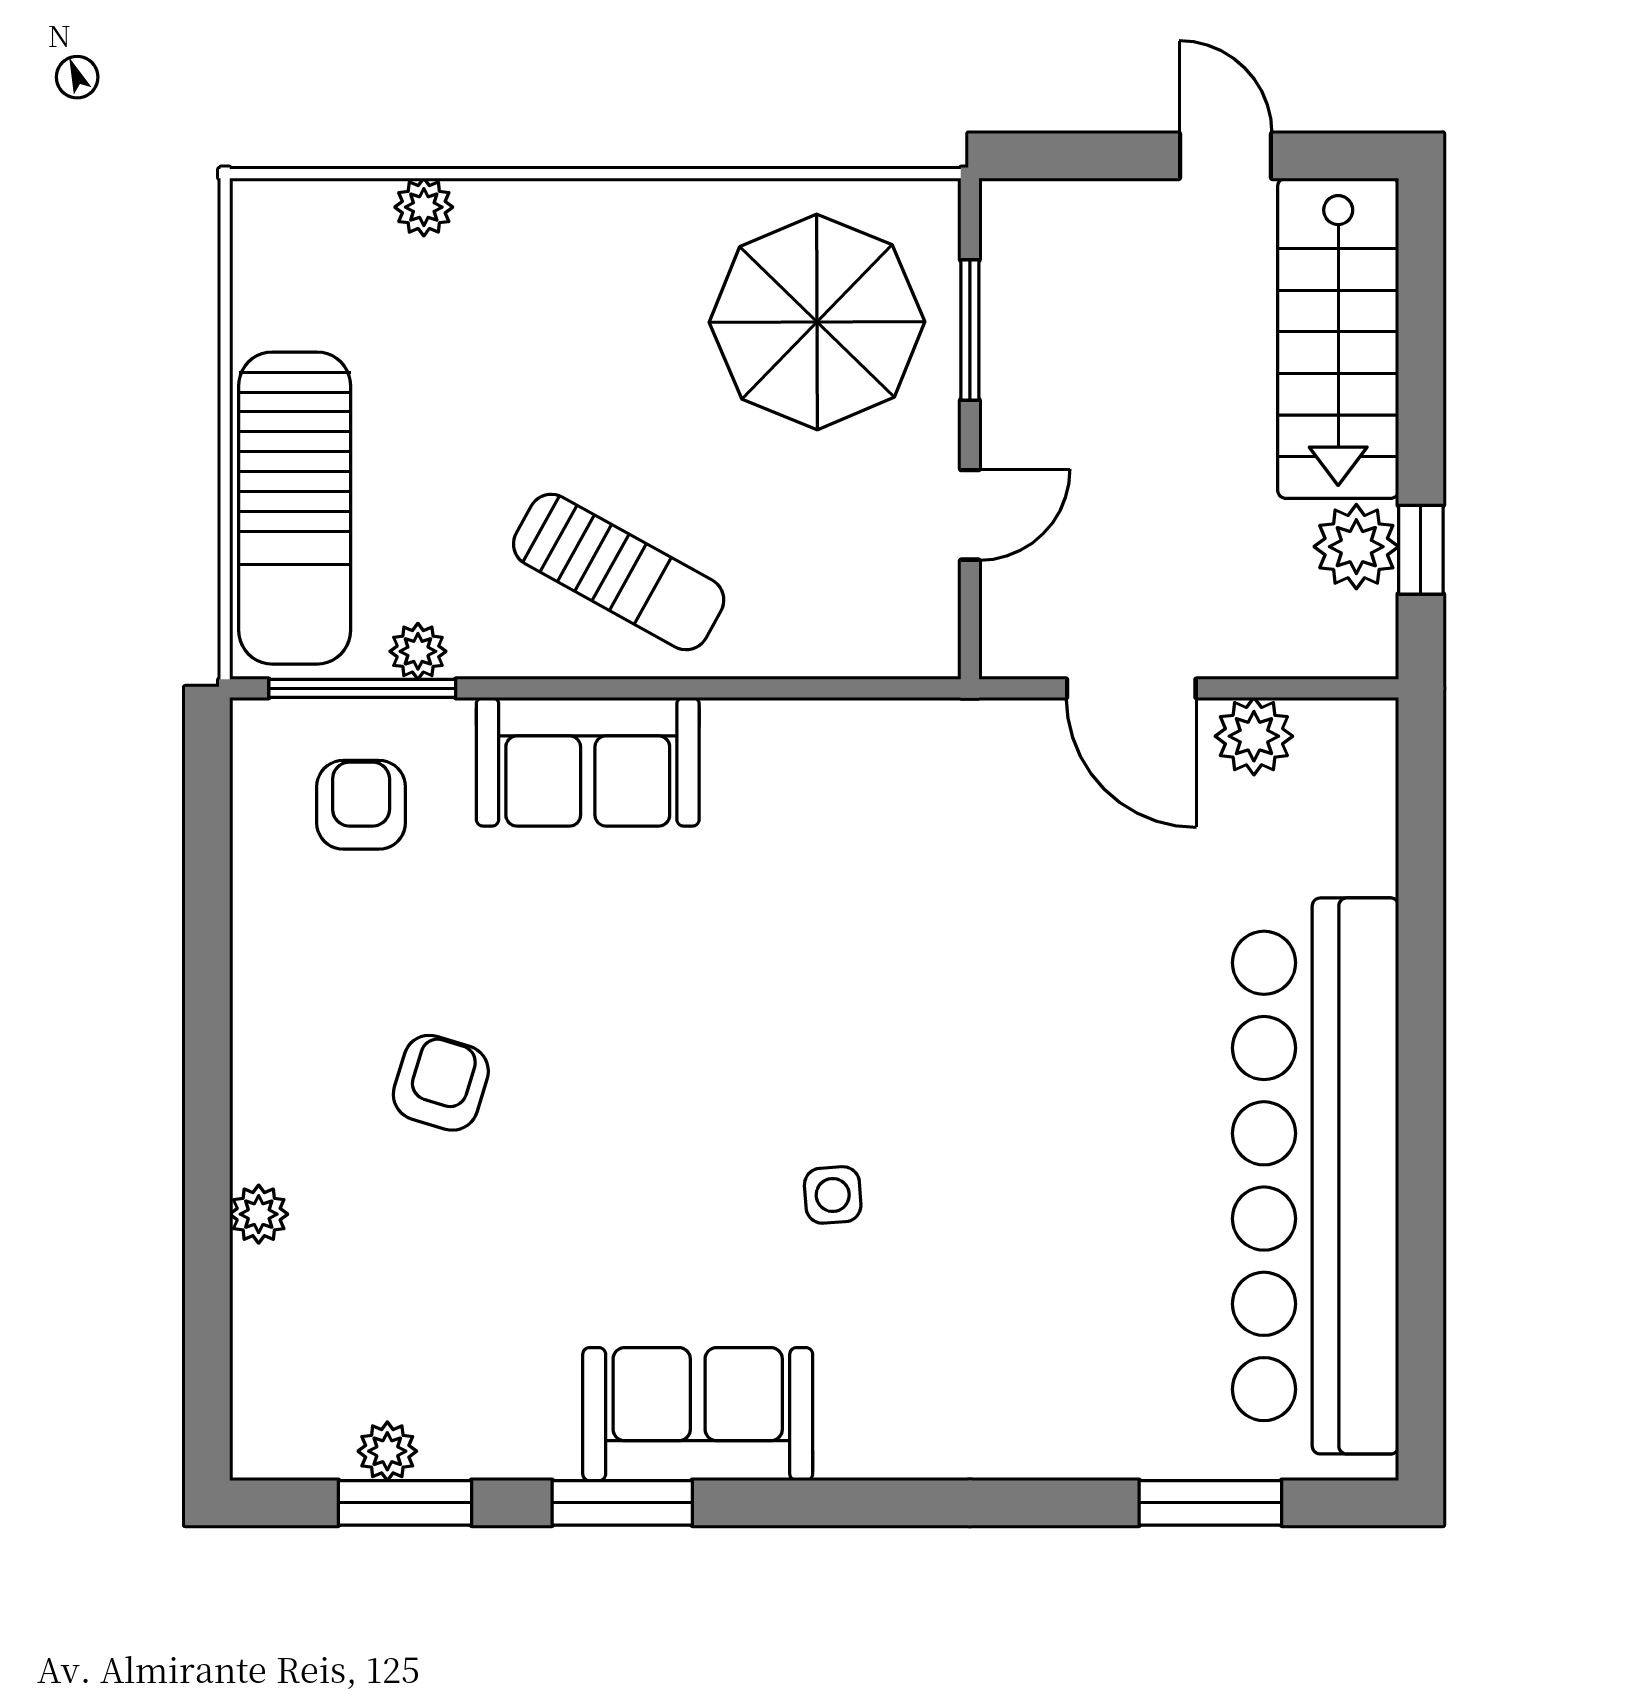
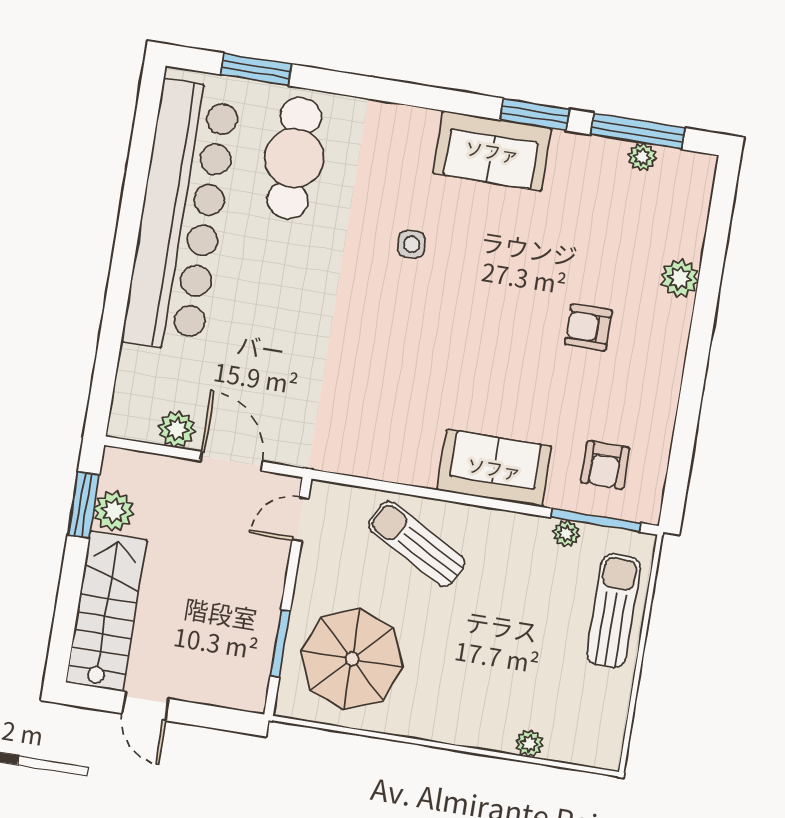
sun lounger: (295, 508) -> (614, 611), width x0.73, depth x0.75
door: (970, 515) -> (300, 519), moved
window: (1421, 550) -> (83, 505), width x1.50
sun lounger: (619, 572) -> (417, 544), moved
armchair: (441, 1083) -> (588, 327), turned 73
plant: (259, 1214) -> (680, 278), width x1.38, depth x1.38
cafe table: (1103, 1333) -> (294, 158), added
window: (405, 1503) -> (638, 131), width x1.44

